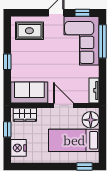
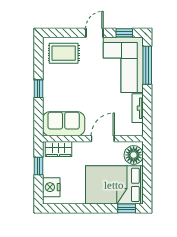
tv unit: (94, 90) -> (138, 108), moved
door: (64, 106) -> (103, 139), hinge flipped
bed: (74, 140) -> (114, 185), width x1.50

